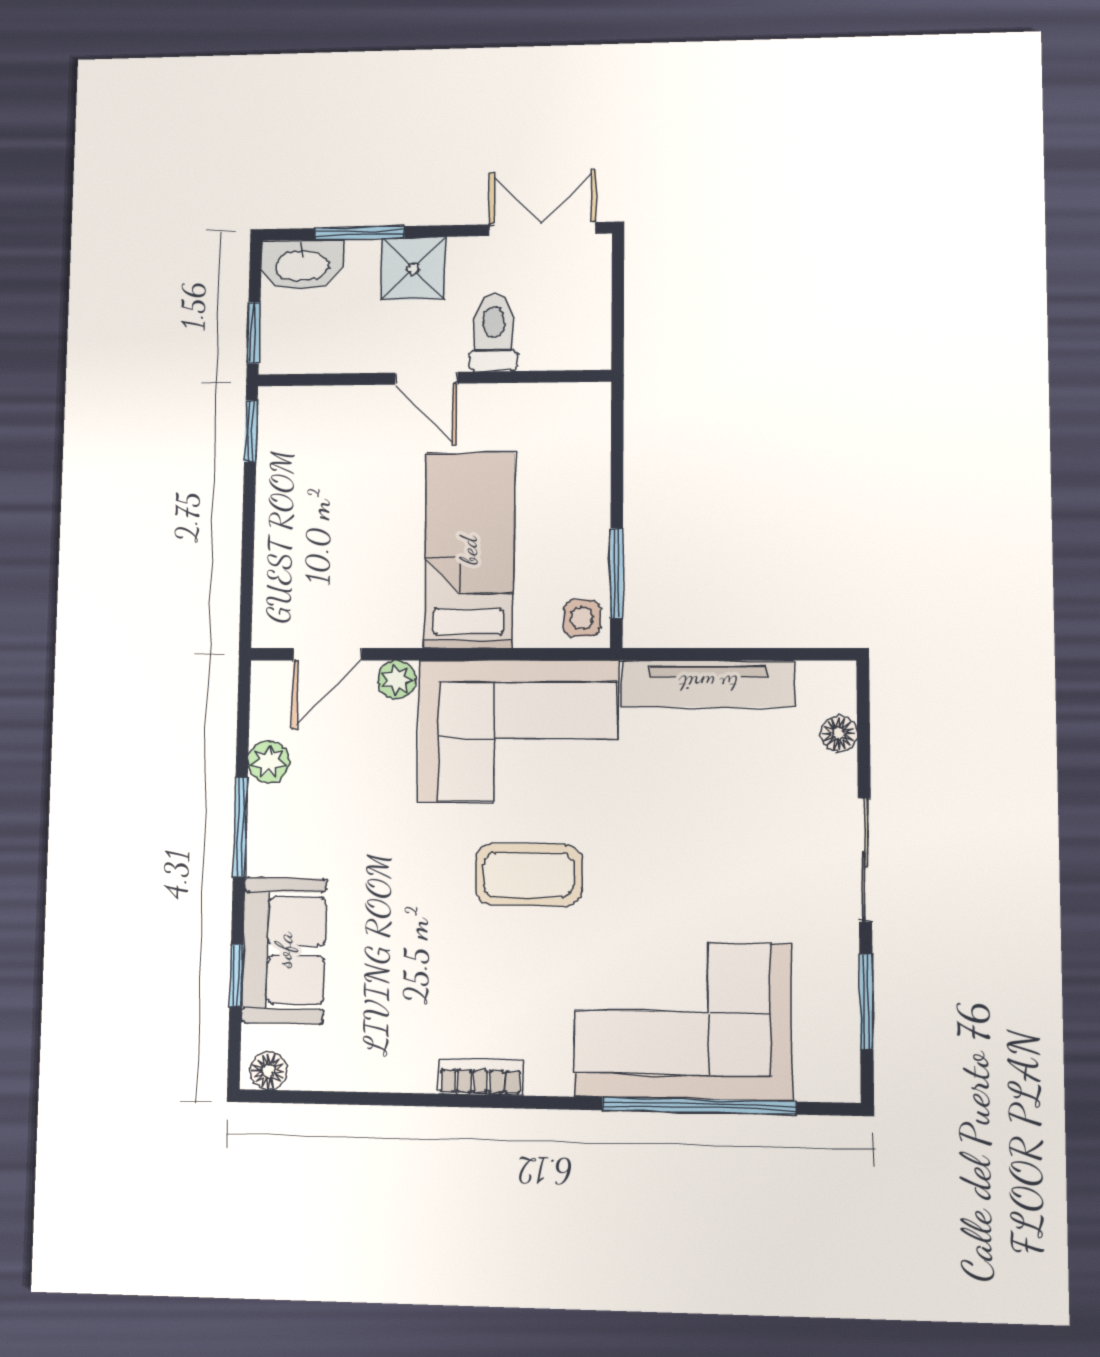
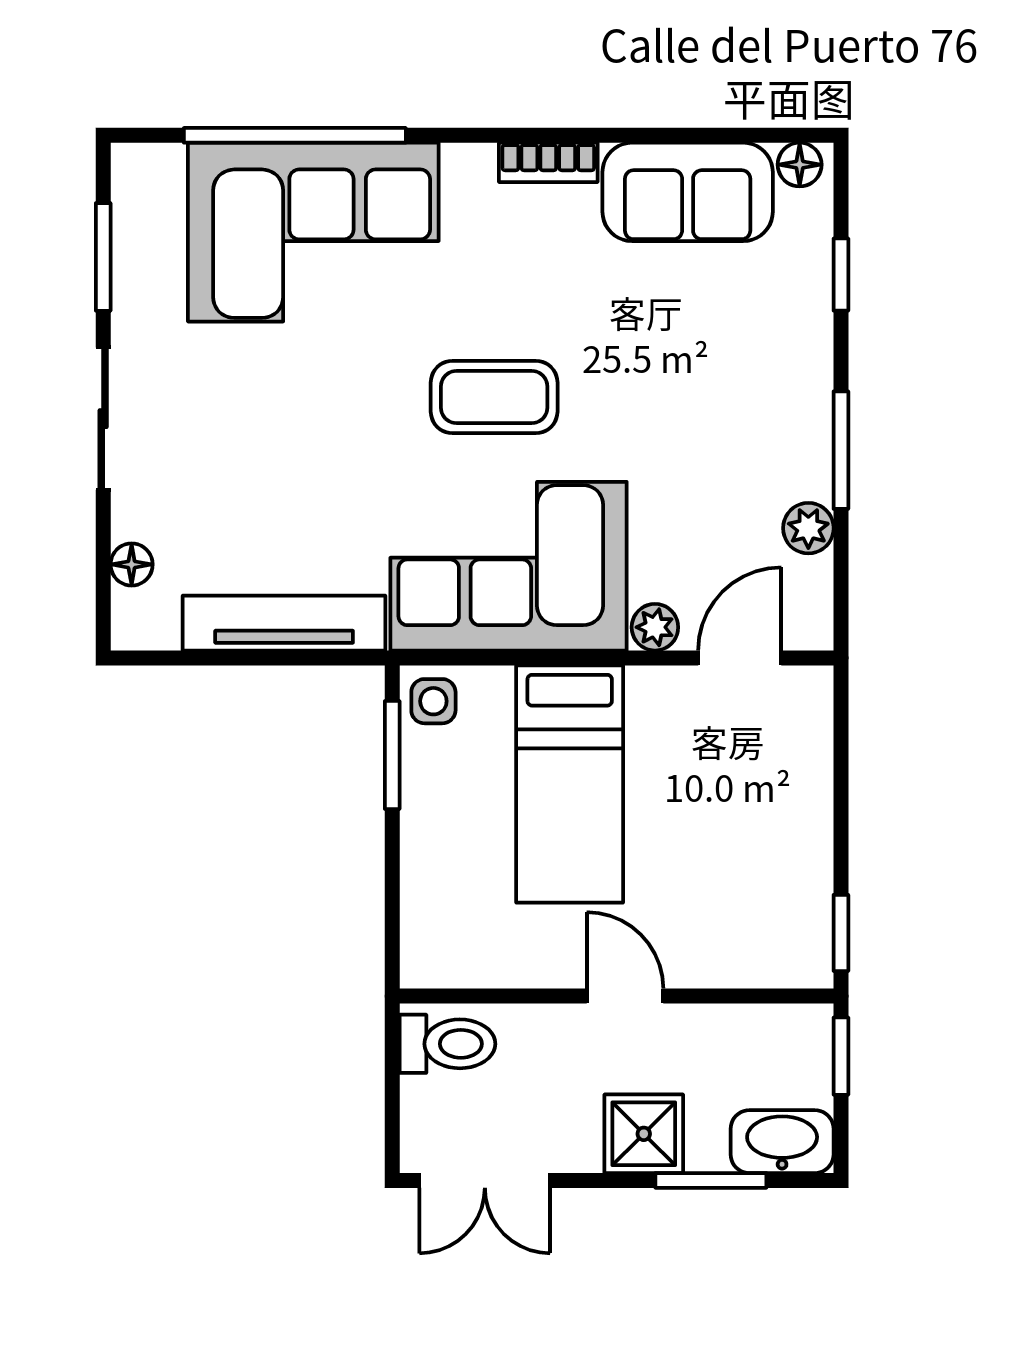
toilet: (494, 333) -> (447, 1044), moved, turned -90
sofa: (284, 950) -> (688, 192), moved, turned -90

